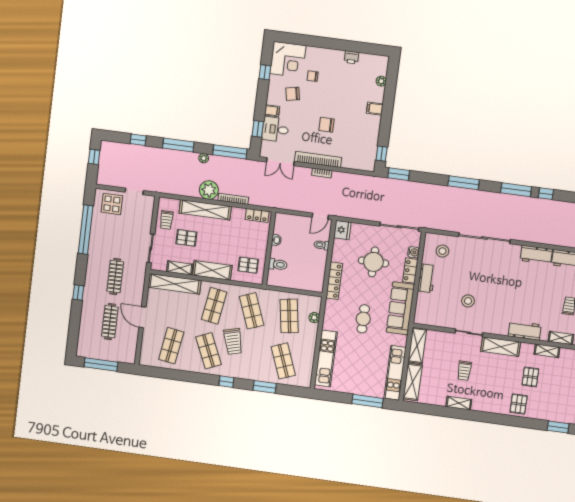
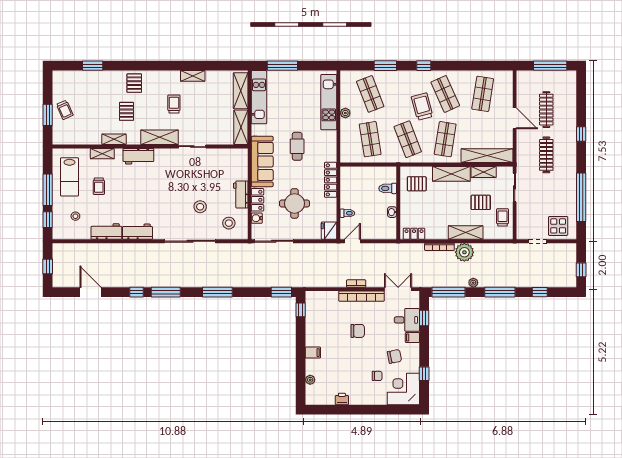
shelving: (205, 210) -> (466, 233), width x0.68
stool: (468, 301) -> (200, 207), moved
plant: (314, 318) -> (345, 113), moved
trolley: (464, 371) -> (174, 104), moved

